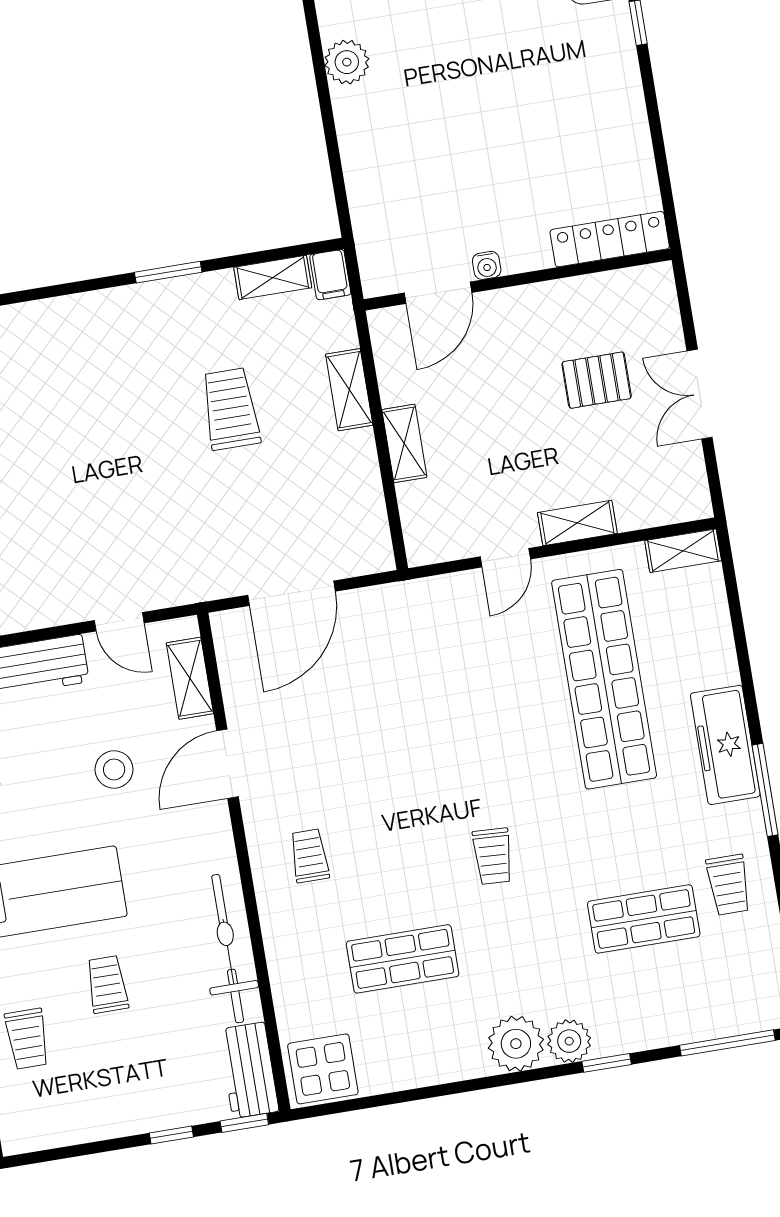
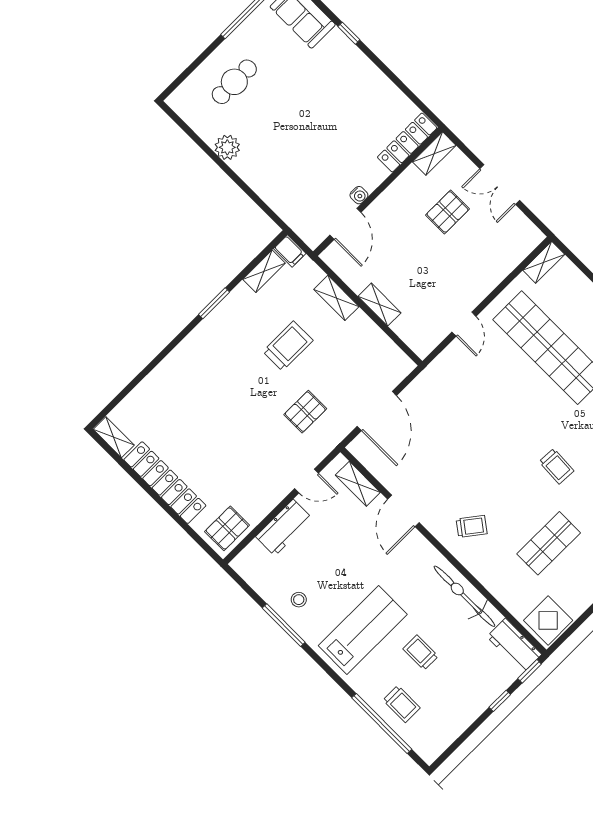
trolley: (231, 409) -> (288, 346), turned 90
pallet: (188, 521) -> (305, 412), added
shelving: (577, 523) -> (434, 154), moved
stool: (114, 769) -> (353, 551), removed
trolley: (309, 856) -> (472, 526), turned 127

